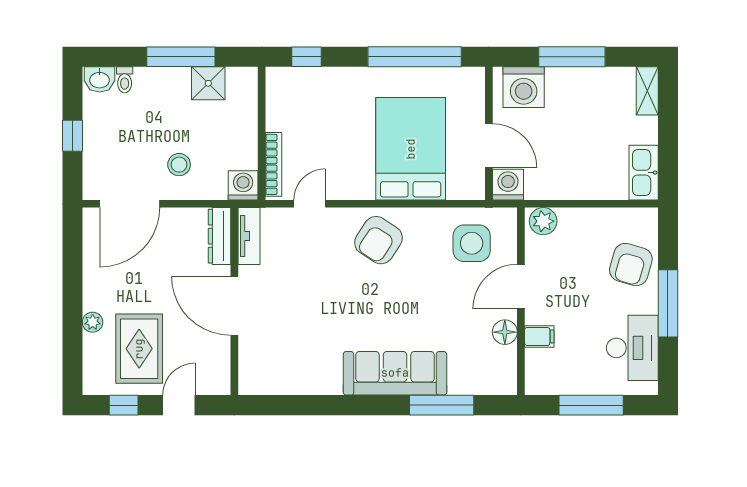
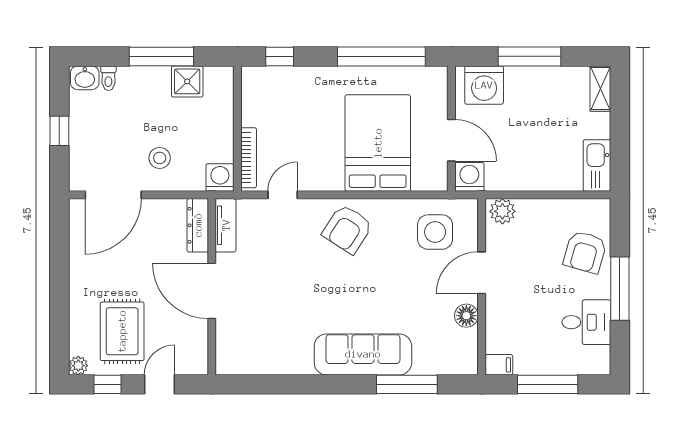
plant: (93, 322) -> (78, 366), moved
filing cabinet: (539, 336) -> (499, 365), moved
desk: (632, 348) -> (586, 322), width x0.73

